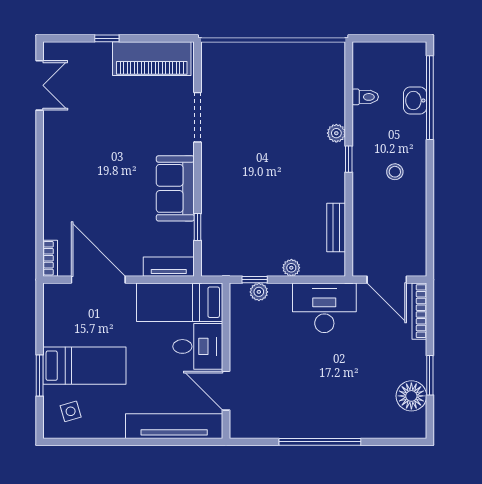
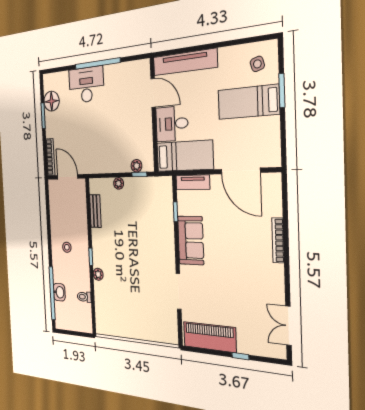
bookcase: (50, 258) -> (278, 240), moved, width x1.56
desk: (324, 308) -> (86, 85), moved, turned 180

